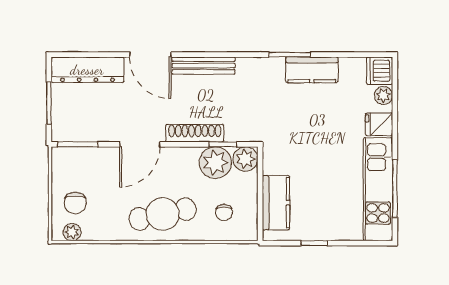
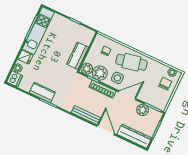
plant: (96, 129) -> (143, 110), added
side table: (176, 169) -> (117, 78), added
kitchen counter: (276, 203) -> (78, 56), moved

